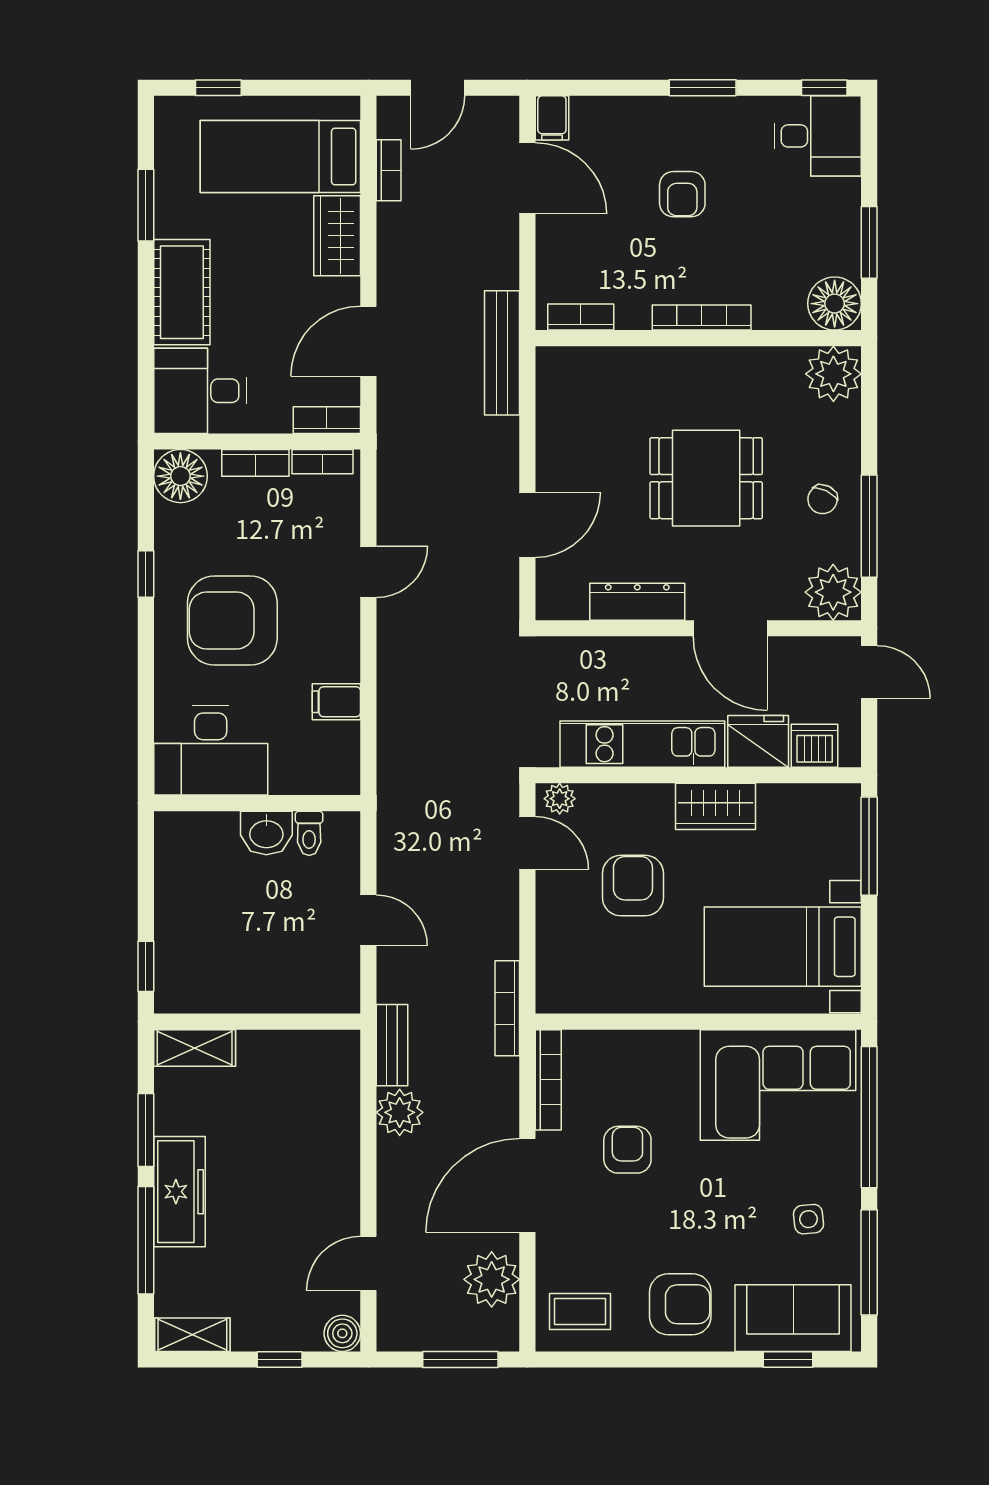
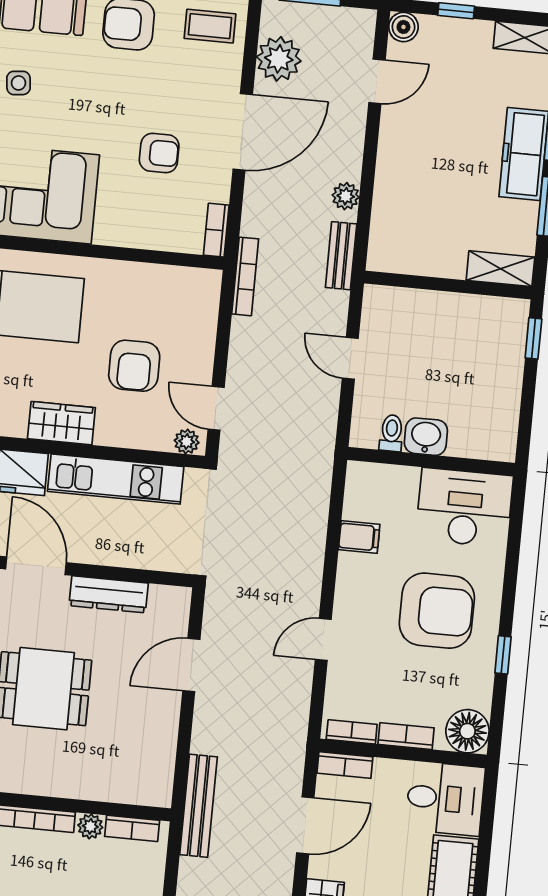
plant: (632, 315) -> (90, 826), added
bookcase: (548, 1080) -> (216, 230), width x0.64
plant: (400, 1112) -> (346, 196), width x0.73, depth x0.73
armchair: (627, 1150) -> (159, 153), turned -90

